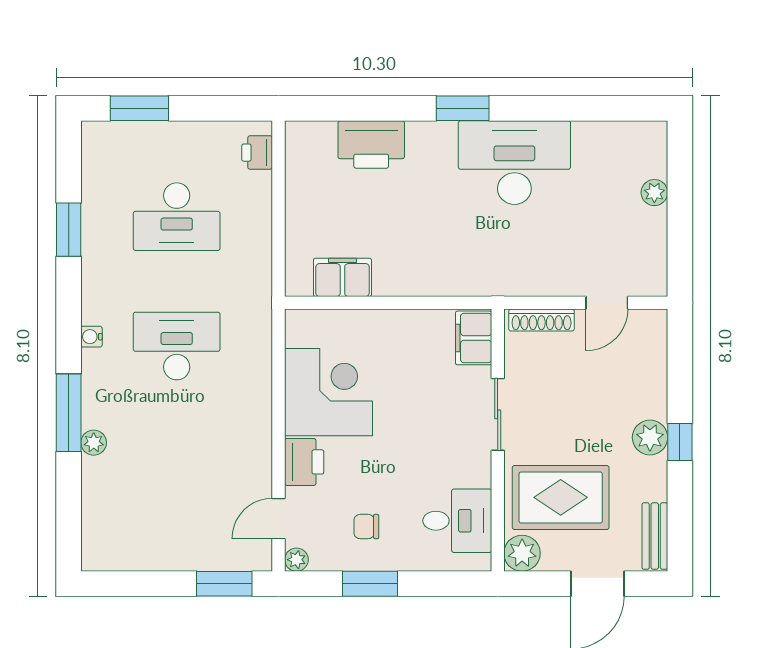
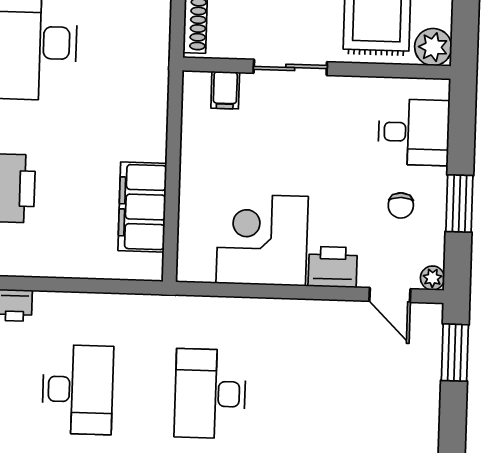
filing cabinet: (342, 277) -> (142, 207), width x1.50, depth x1.17
filing cabinet: (474, 338) -> (225, 90), width x0.50
desk: (457, 521) -> (414, 132), moved, turned 90

